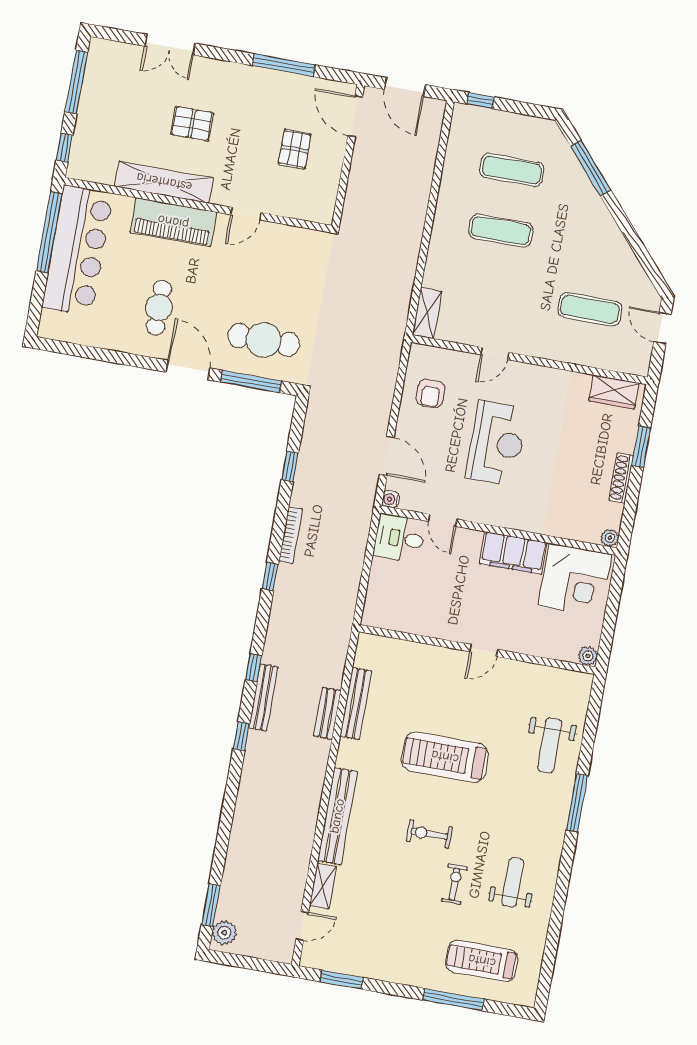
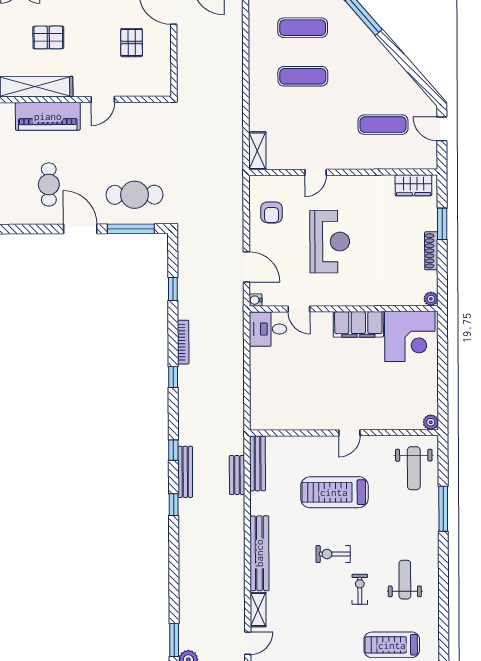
wall: (477, 649) -> (344, 433), moved
door: (484, 650) -> (349, 433), moved
plant: (588, 656) -> (431, 422), moved

